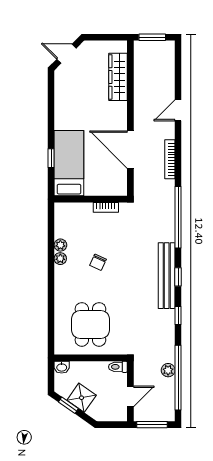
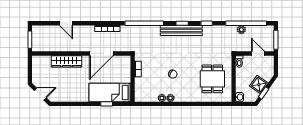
door: (66, 54) -> (40, 94), swing flipped
wardrobe: (118, 77) -> (67, 61), moved
door: (178, 110) -> (66, 23), moved
dining table: (90, 324) -> (212, 79), turned 90

